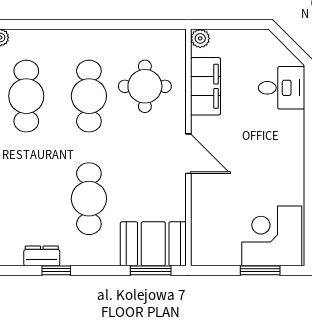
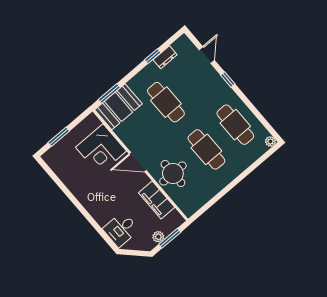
window: (230, 24) -> (170, 238), added
plant: (200, 38) -> (158, 237), moved
round table: (145, 86) -> (173, 174), moved
corner desk: (272, 236) -> (101, 149), moved, turned 90

